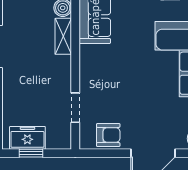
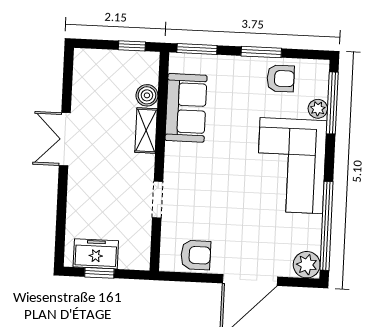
doorway: (75, 108) -> (158, 200), moved

